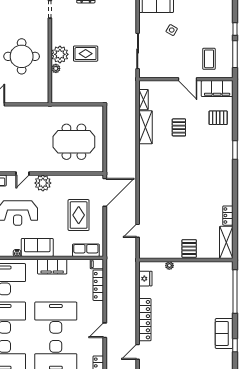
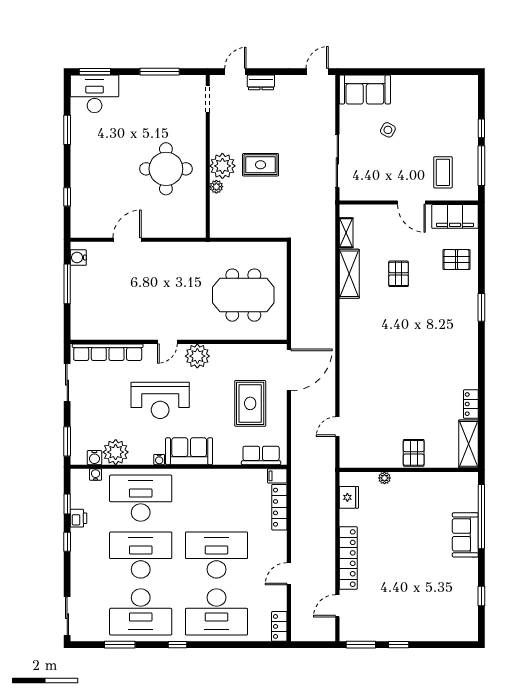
filing cabinet: (52, 267) -> (211, 480), removed
sofa: (224, 334) -> (465, 535), moved

